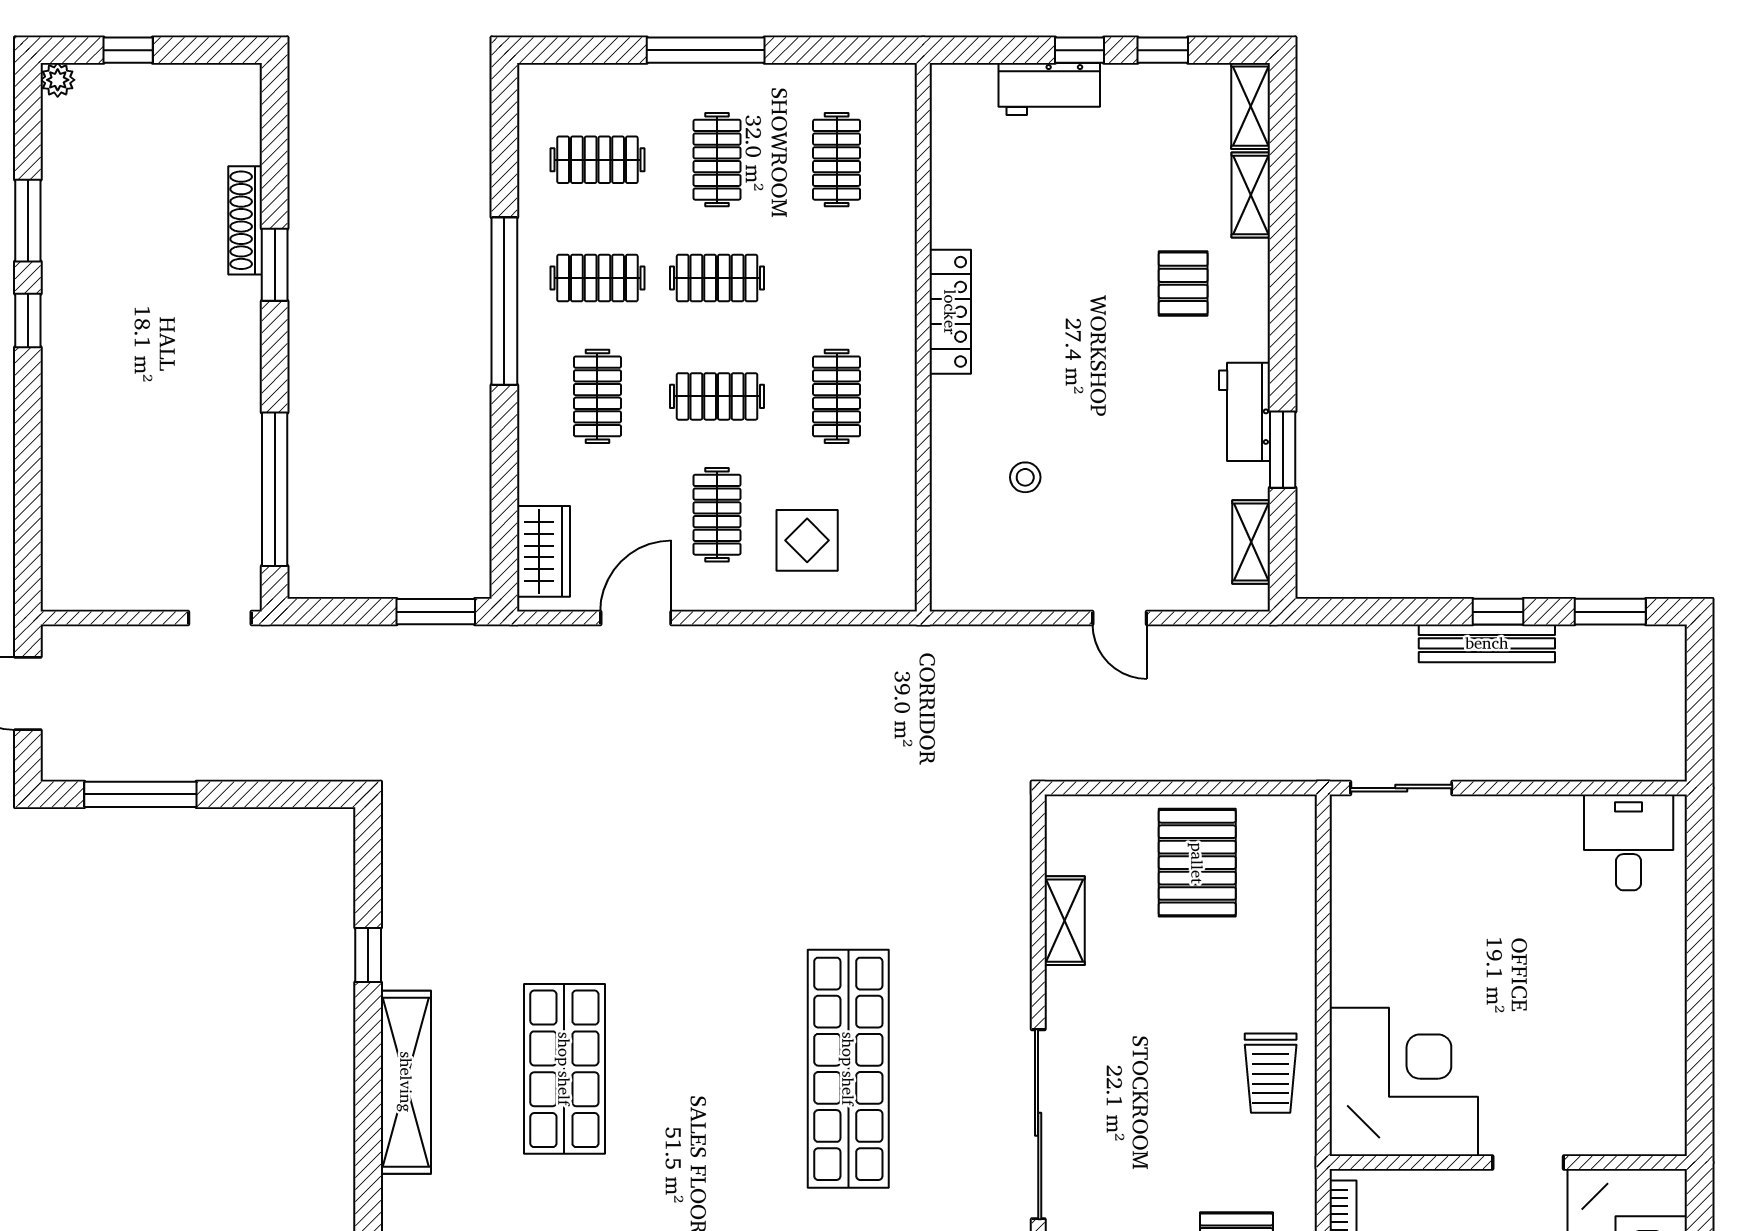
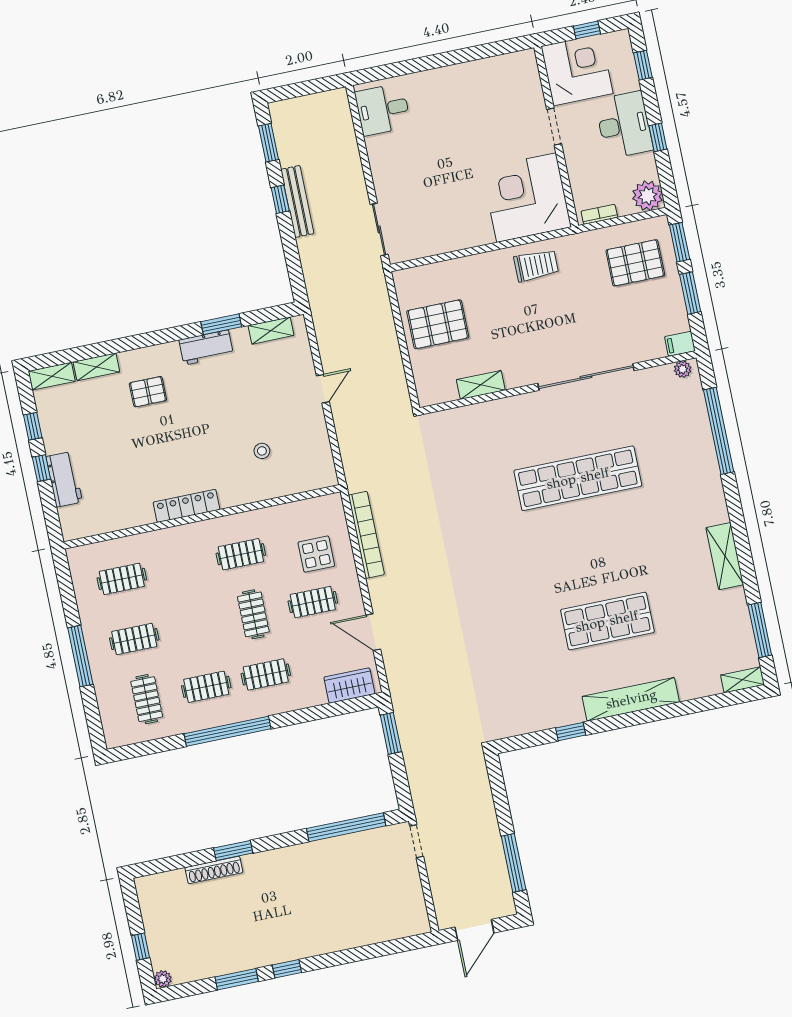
clothes rail: (597, 278) -> (206, 687), turned 90
clothes rail: (717, 278) -> (194, 627), removed
bookcase: (824, 643) -> (366, 535), added

